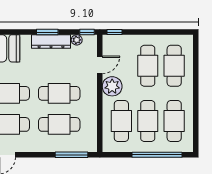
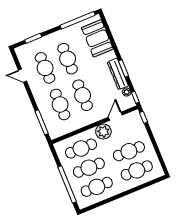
door: (100, 65) -> (115, 116), swing flipped

